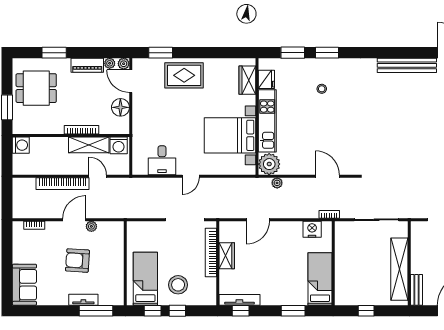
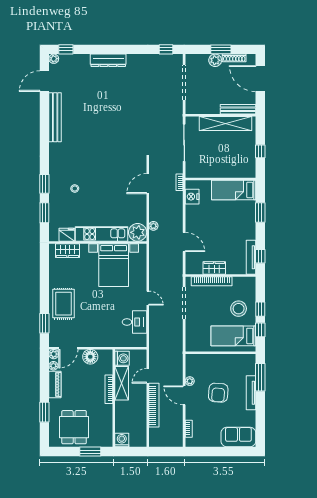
bench: (417, 290) -> (238, 109), width x1.36
tv unit: (83, 300) -> (251, 393), width x1.41

